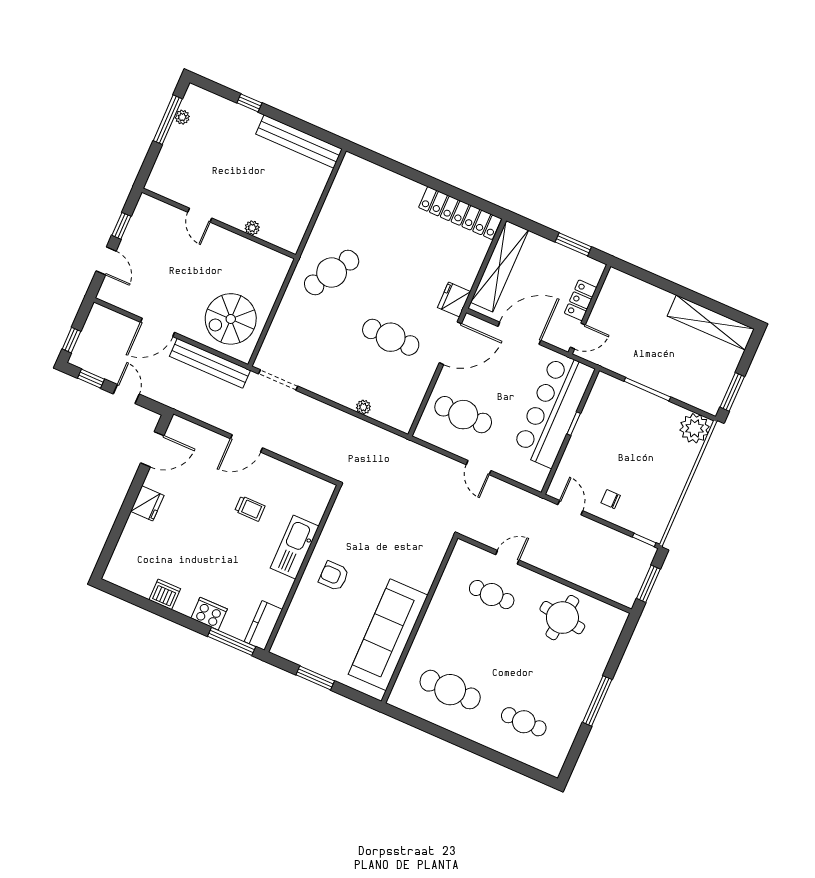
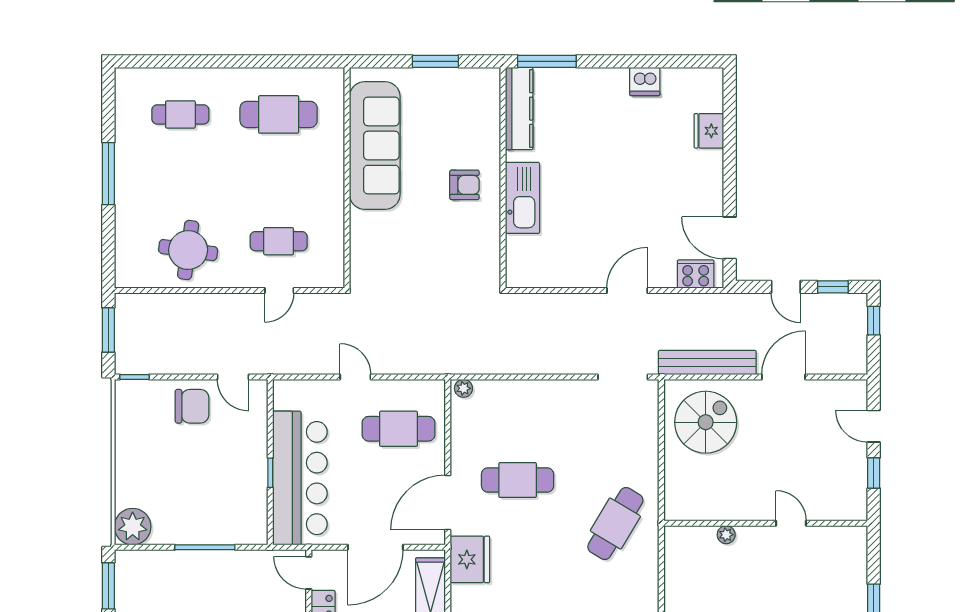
fridge: (454, 300) -> (470, 559), width x1.36, depth x1.34
door: (578, 336) -> (309, 573), hinge flipped
plant: (363, 407) -> (463, 388), moved
door: (152, 449) -> (730, 238), hinge flipped
chair: (611, 499) -> (192, 406), width x1.87, depth x1.87
fridge: (147, 503) -> (709, 131), moved
trolley: (250, 508) -> (591, 219), removed
cooker: (209, 614) -> (696, 274), moved, turned 180
kitchen counter: (263, 625) -> (519, 109), width x1.50

